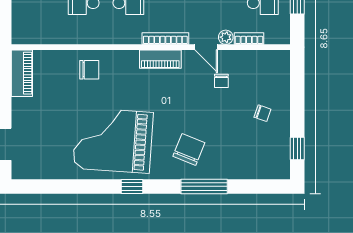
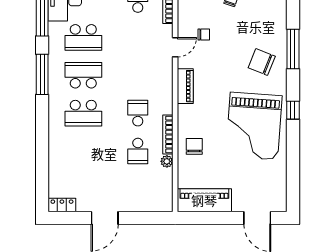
plant: (226, 37) -> (167, 161), moved
bookcase: (165, 39) -> (168, 135), moved
piano: (22, 73) -> (204, 200), width x1.37, depth x1.33

